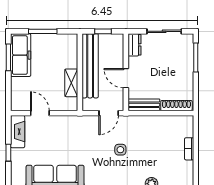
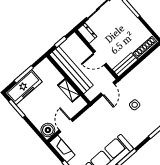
freezer: (21, 55) -> (24, 87), moved, turned 90
boiler: (20, 103) -> (48, 130), added
door: (40, 113) -> (66, 126), hinge flipped

